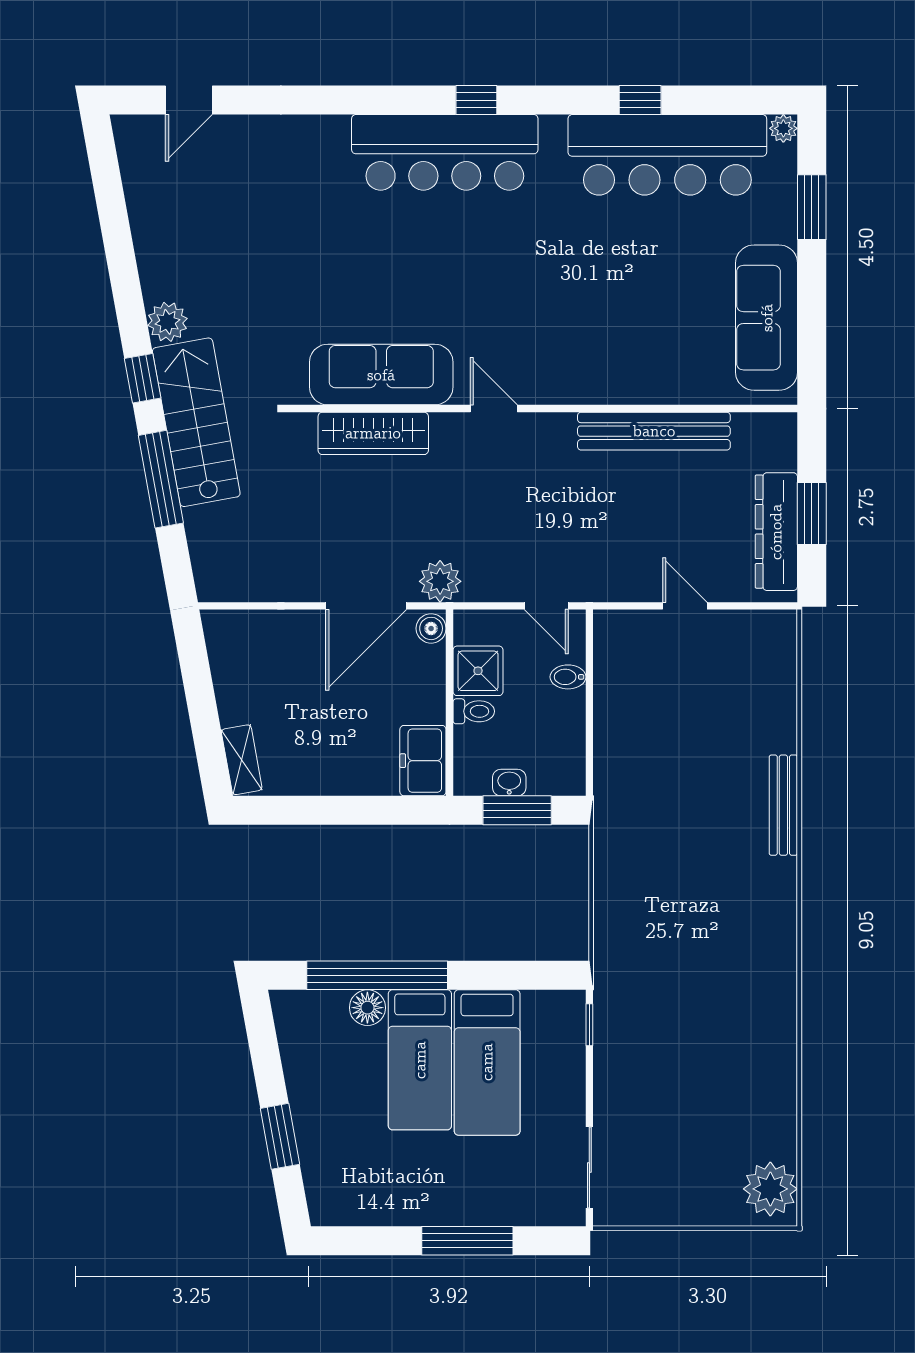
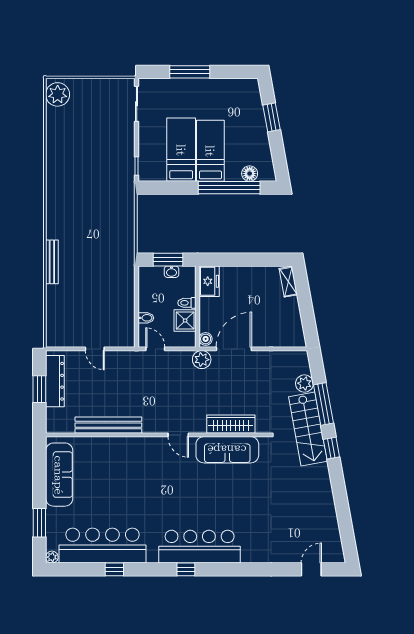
plant: (167, 322) -> (304, 384), moved
floor lamp: (367, 1008) -> (250, 174), moved

